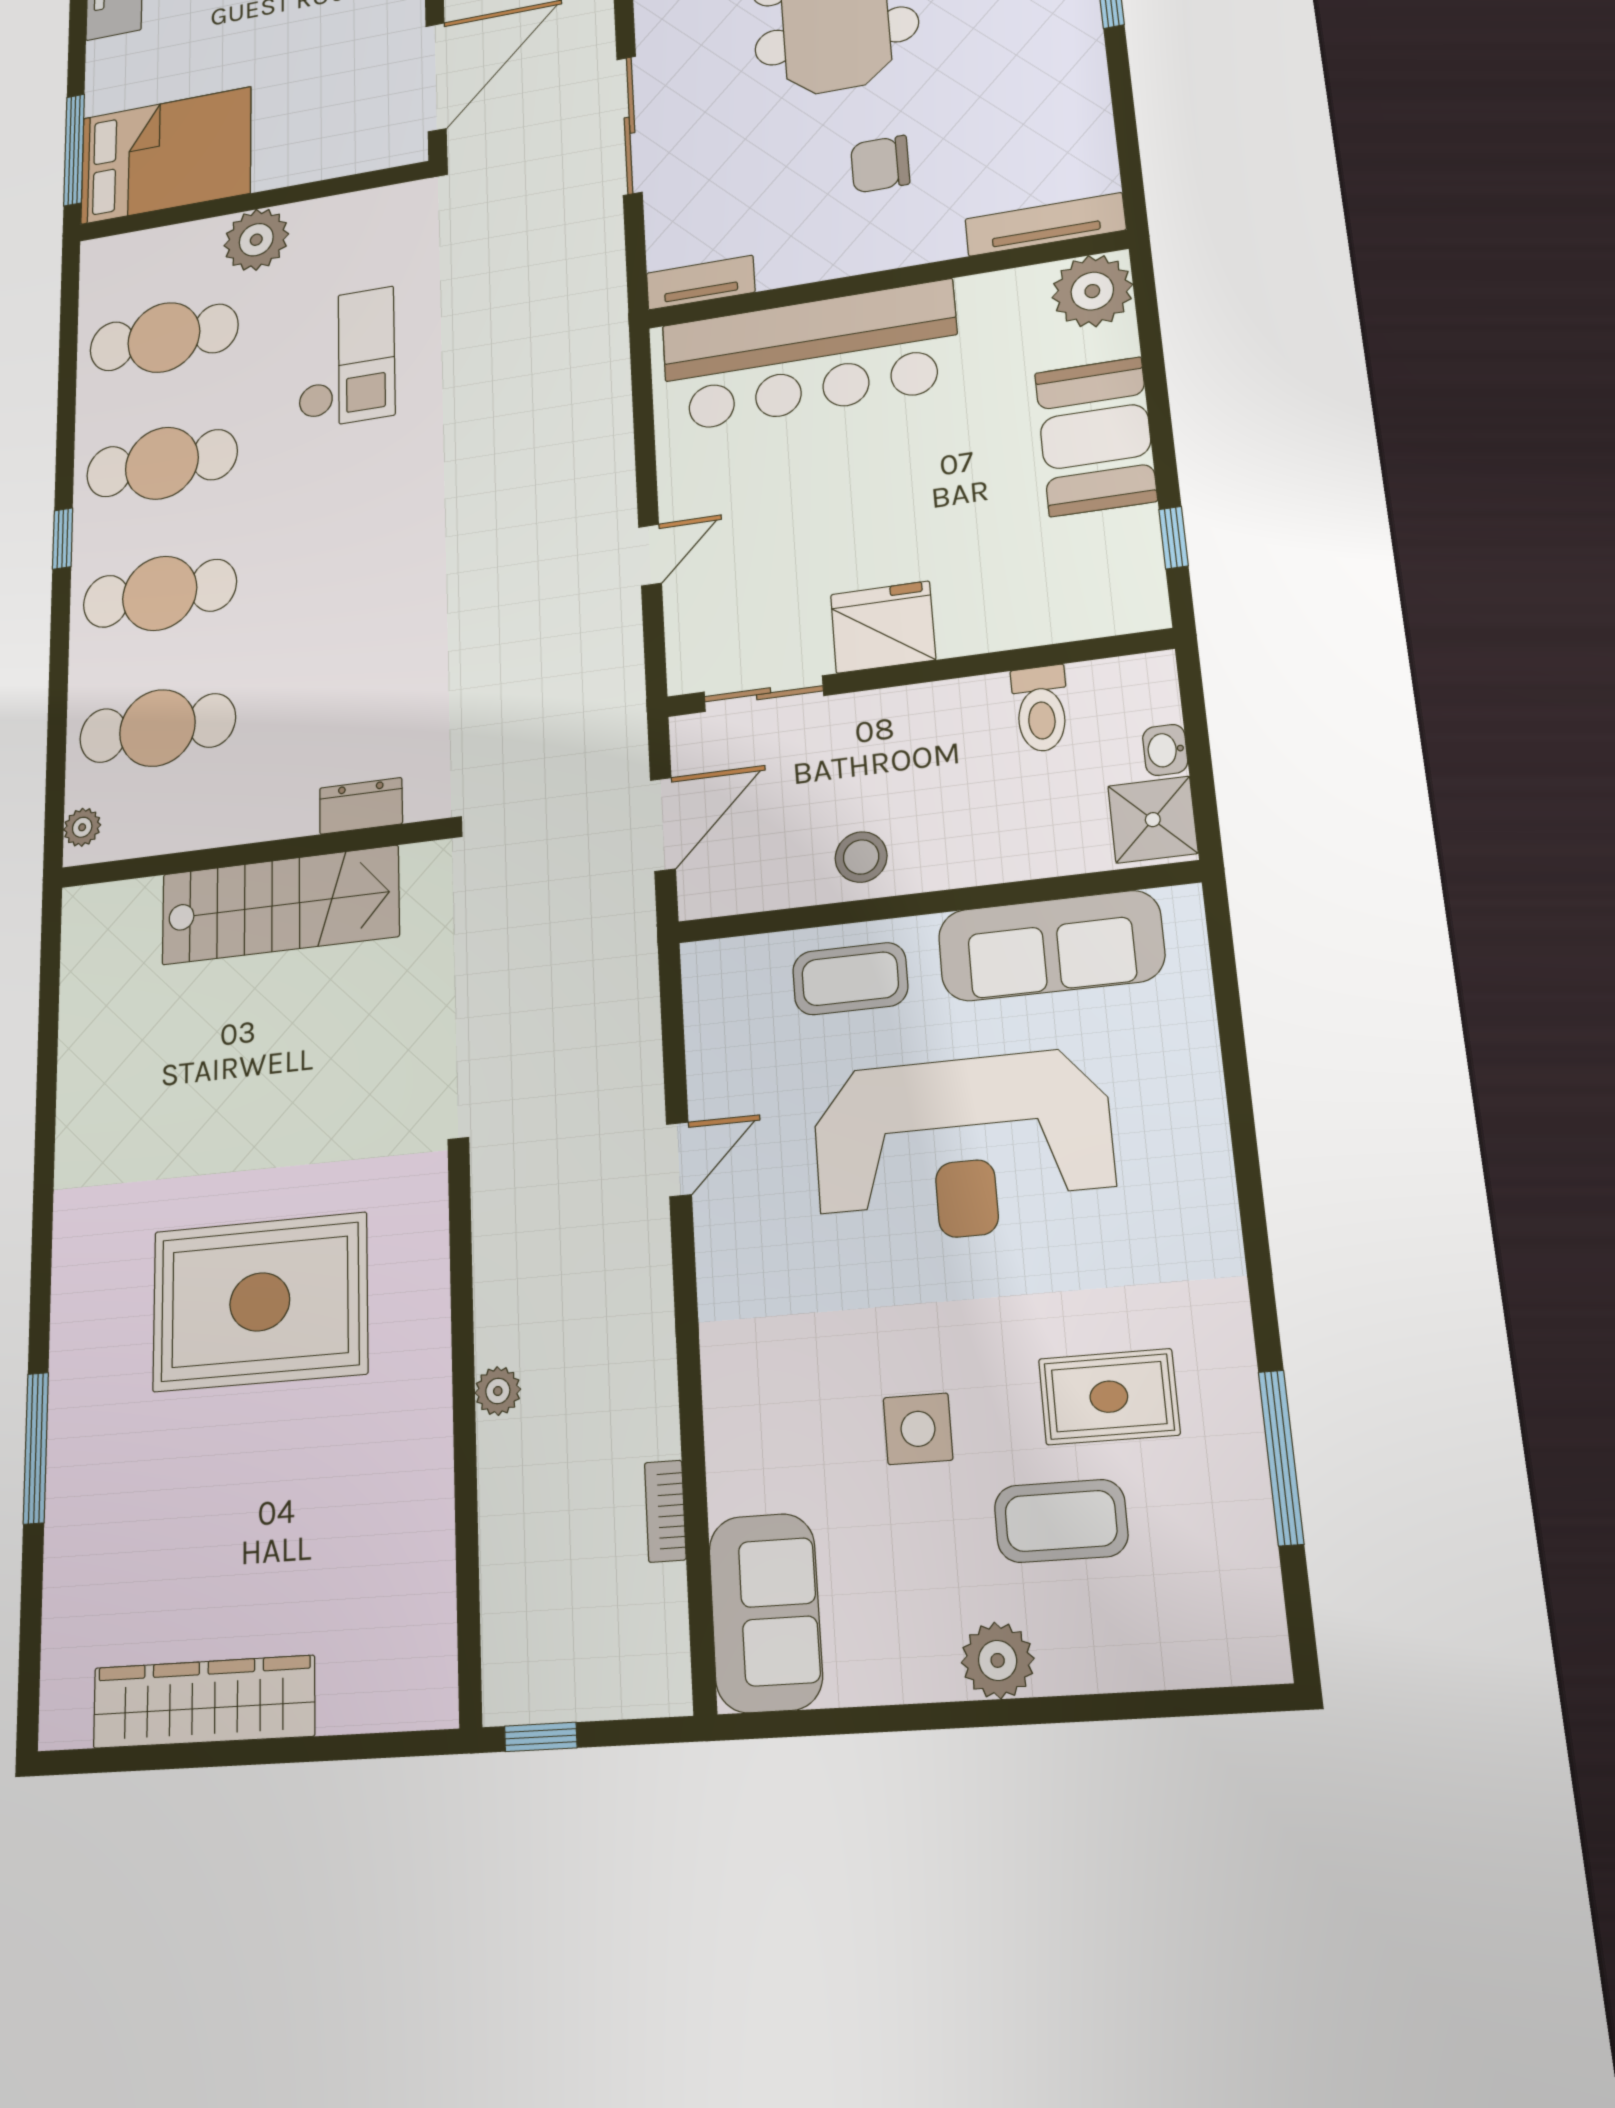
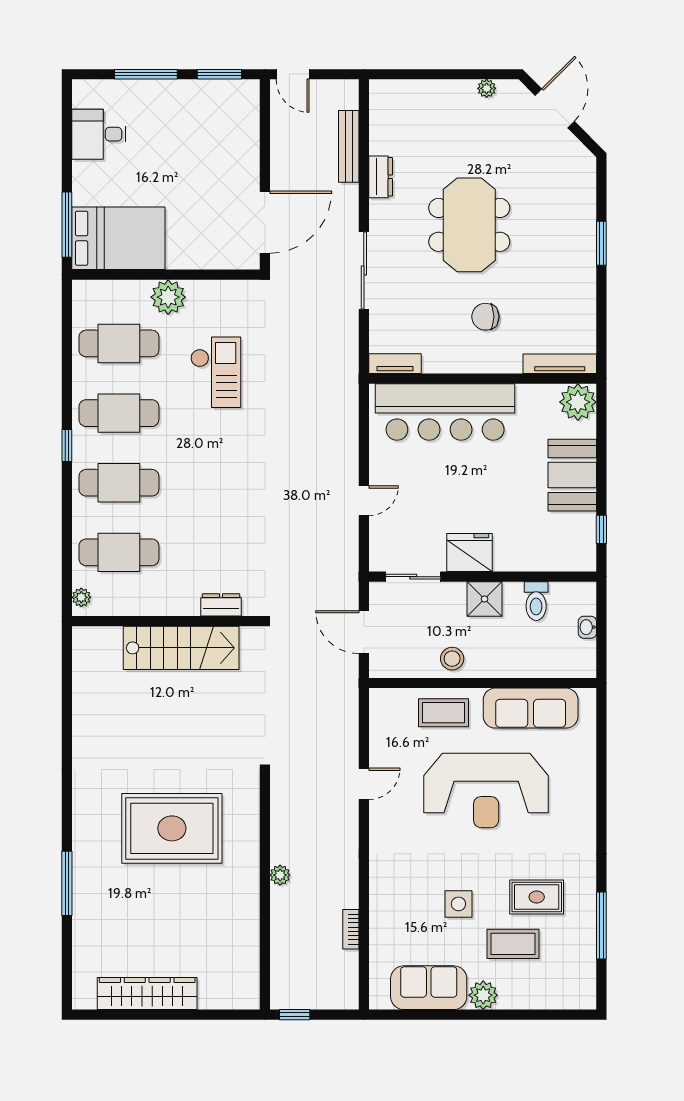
shower: (1153, 820) -> (485, 599), moved
door: (663, 824) -> (364, 632), swing flipped
sofa: (765, 1612) -> (429, 988), moved, turned -90

